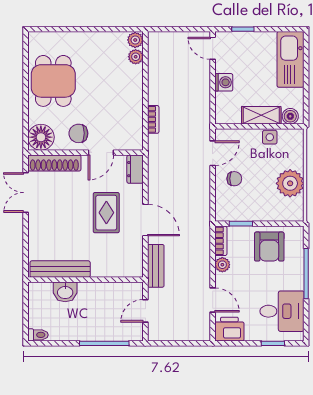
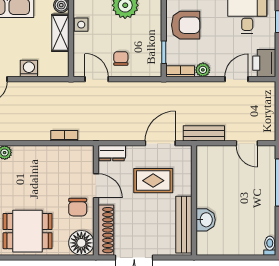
bench: (60, 269) -> (184, 225), moved
wall: (85, 280) -> (194, 200), moved
washbasin: (65, 292) -> (206, 220), moved

